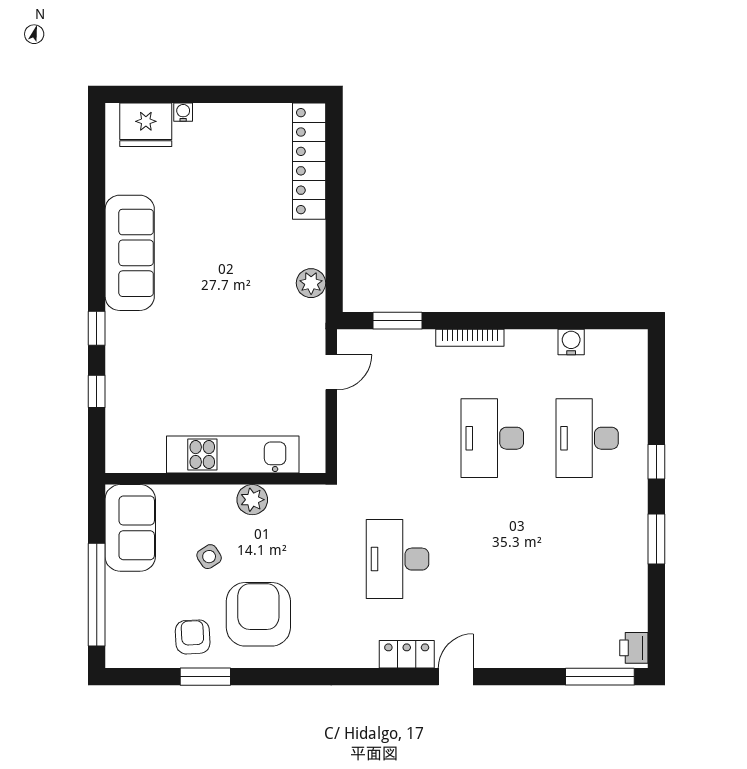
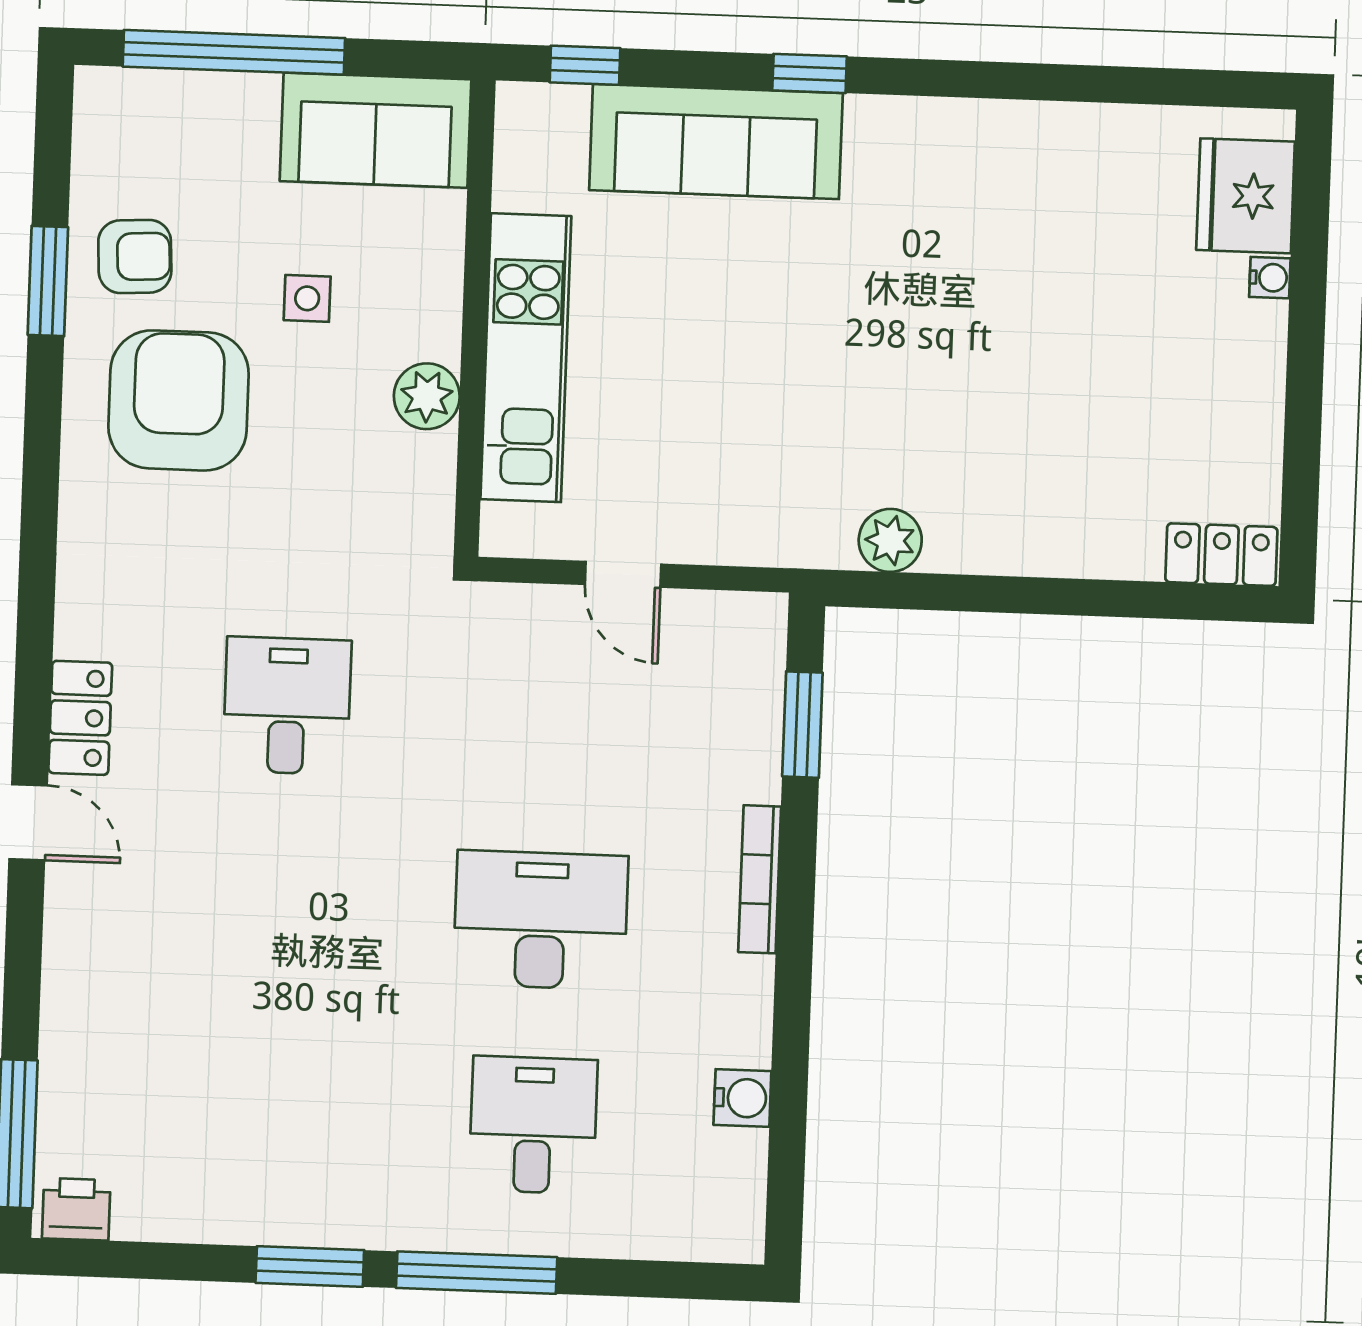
locker: (309, 161) -> (1221, 555), width x0.46, depth x0.83
sofa: (130, 253) -> (716, 142), moved
door: (331, 372) -> (623, 574), moved
window: (97, 391) -> (585, 65), moved
desk: (587, 438) -> (533, 1125), width x0.73
window: (656, 462) -> (477, 1273), width x2.17
side table: (209, 557) -> (307, 298), turned 33
desk: (398, 559) -> (287, 706), width x0.73
armchair: (258, 614) -> (179, 400), turned -90

